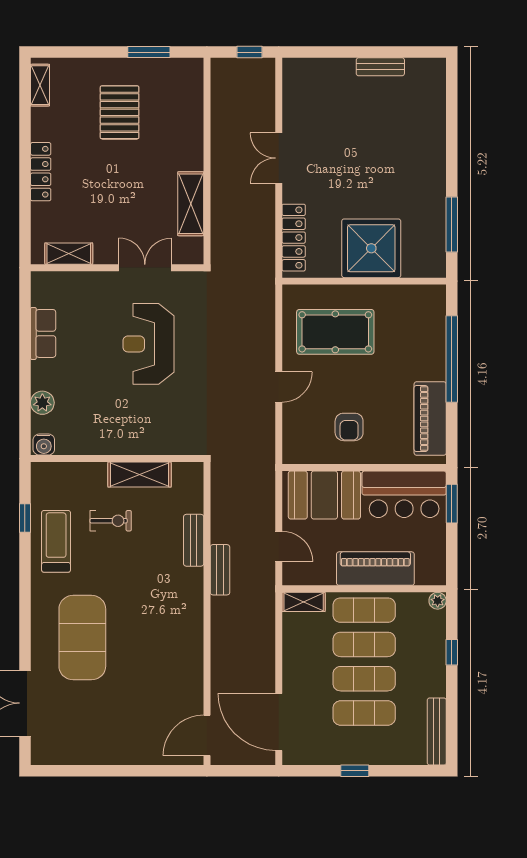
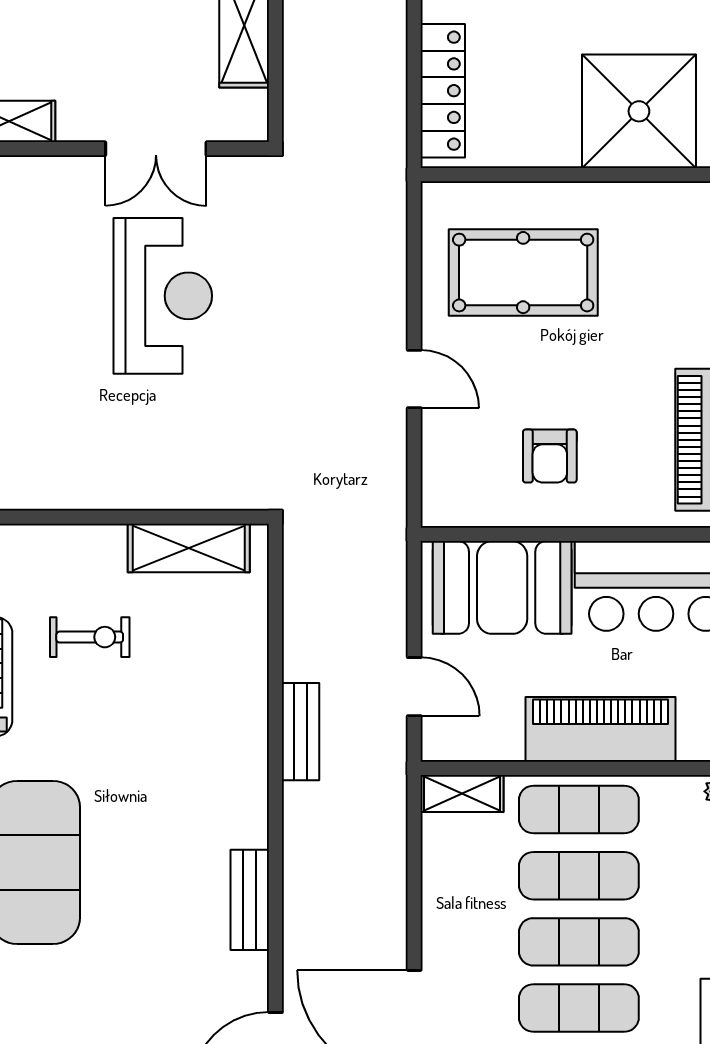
shower: (371, 248) -> (639, 111), moved
double door: (145, 268) -> (156, 149), swing flipped
reception desk: (149, 344) -> (163, 296), turned 180
door: (279, 387) -> (414, 379), hinge flipped
shelving: (140, 475) -> (189, 548), moved
bench: (194, 540) -> (250, 900), moved

